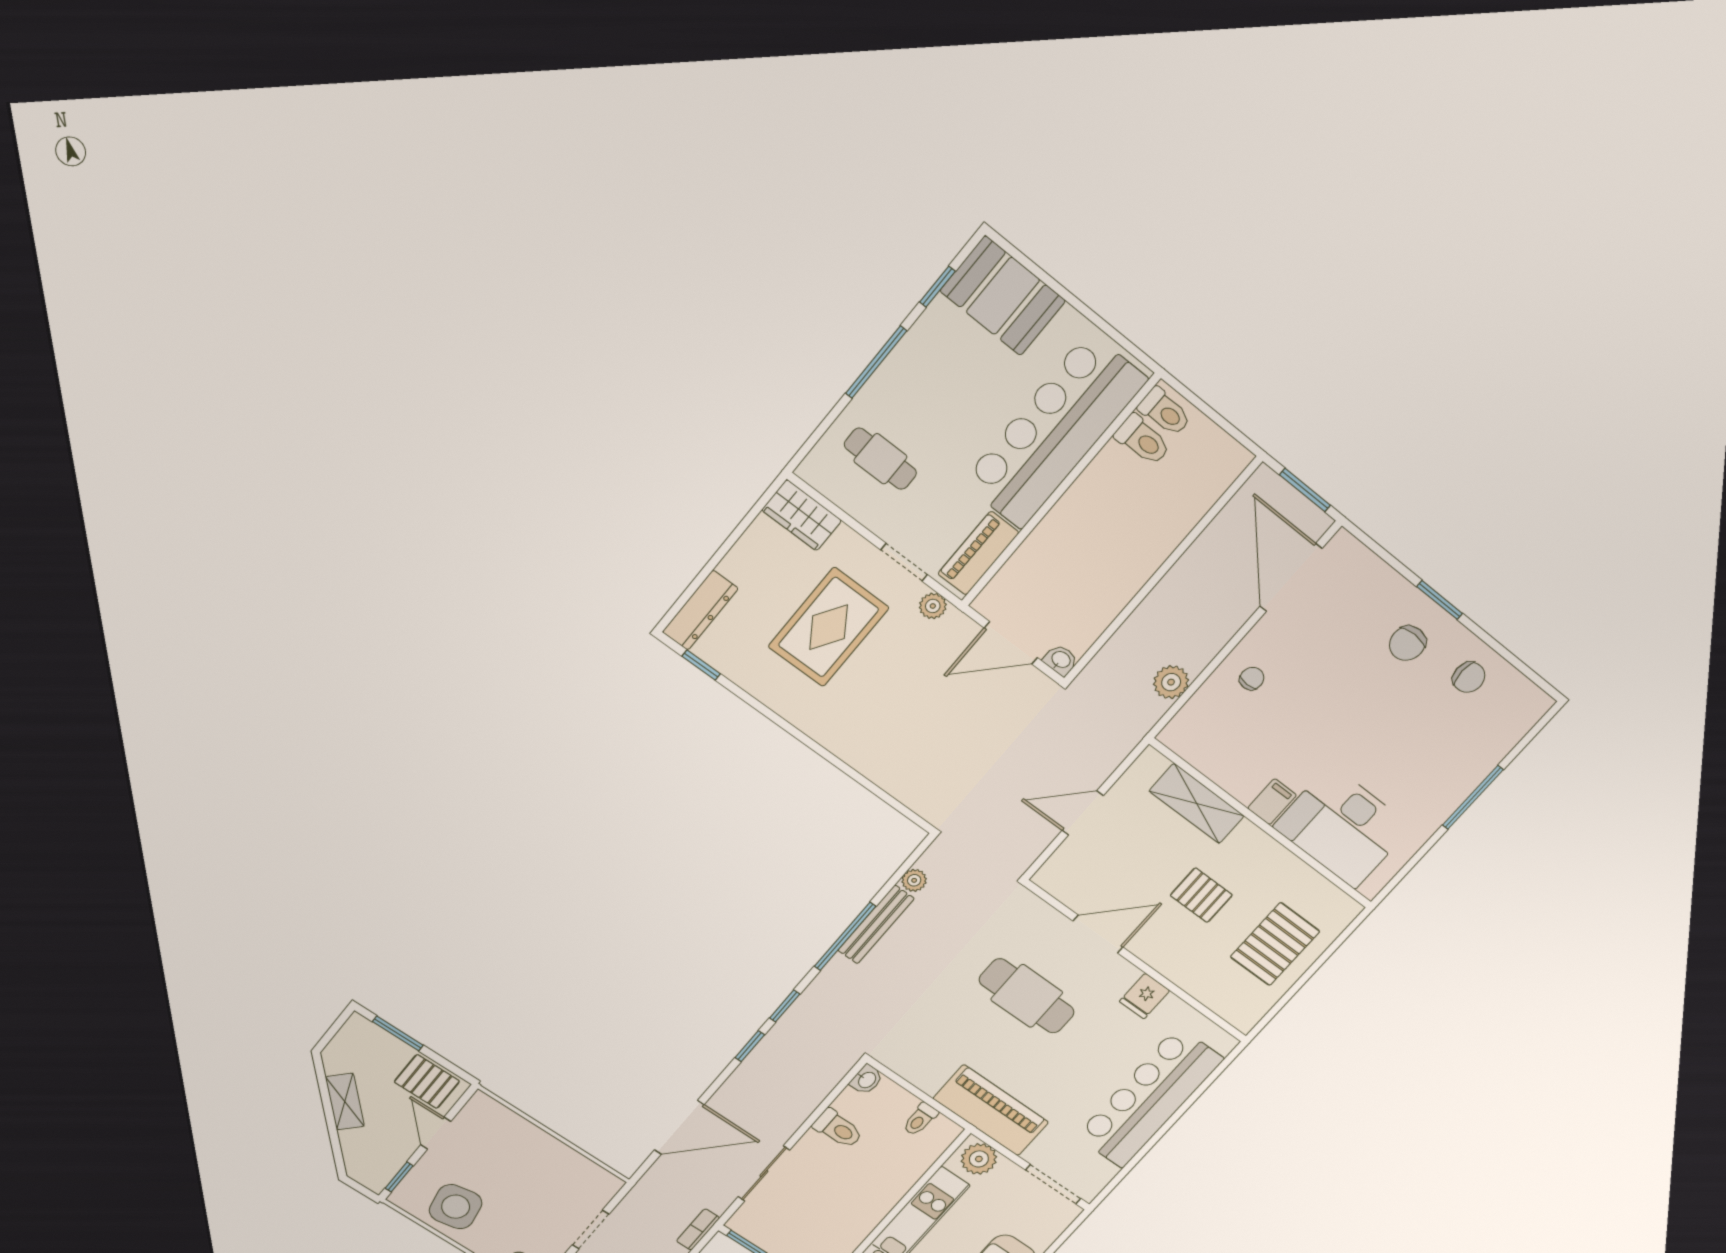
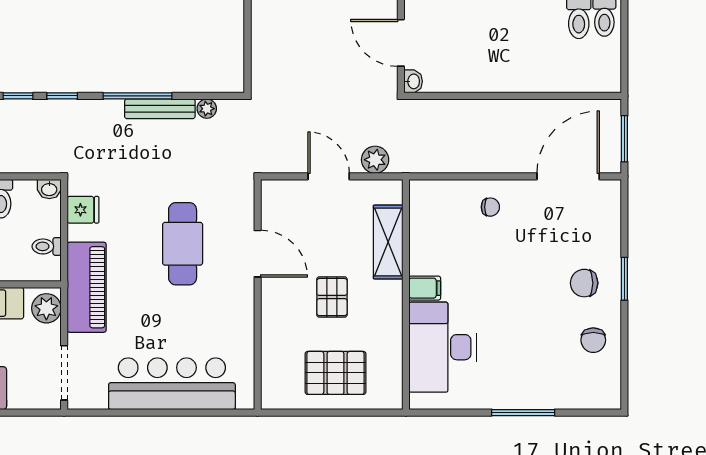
plant: (1171, 682) -> (375, 160), moved
fridge: (1145, 996) -> (83, 210), moved, turned 180

